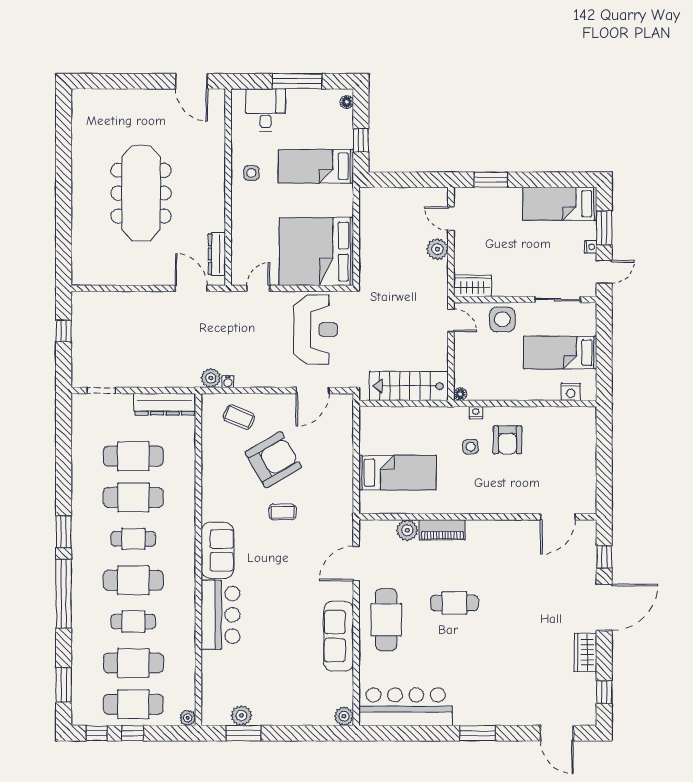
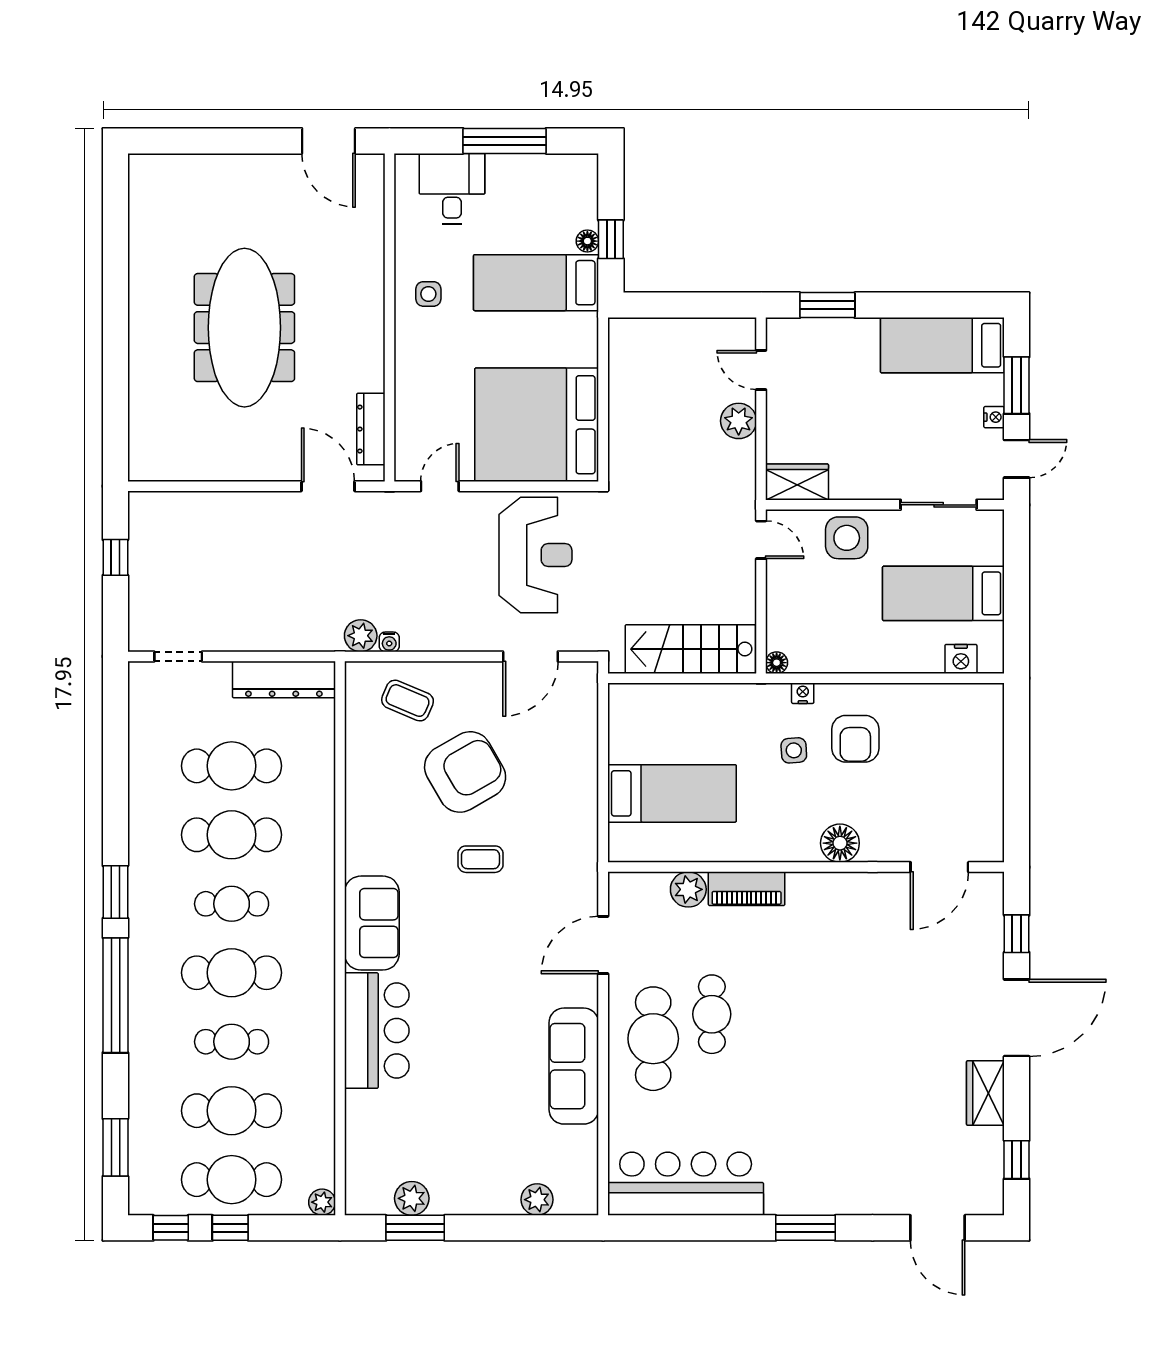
floor lamp: (347, 102) -> (587, 241), moved
floor lamp: (498, 502) -> (840, 843), added
cafe table: (454, 603) -> (712, 1014), moved, turned 90
plant: (344, 716) -> (537, 1200), moved

